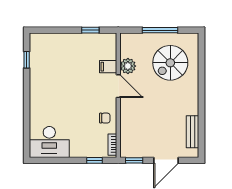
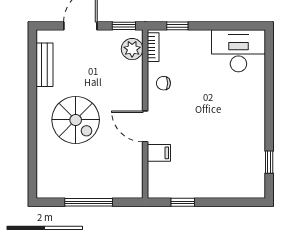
spiral stairs: (170, 63) -> (76, 120), moved, turned 90
plant: (128, 66) -> (132, 49), moved

